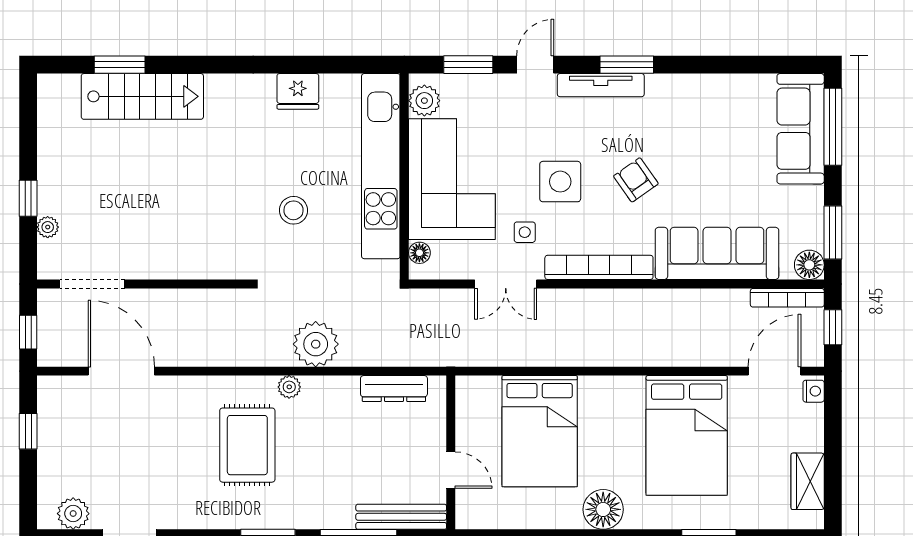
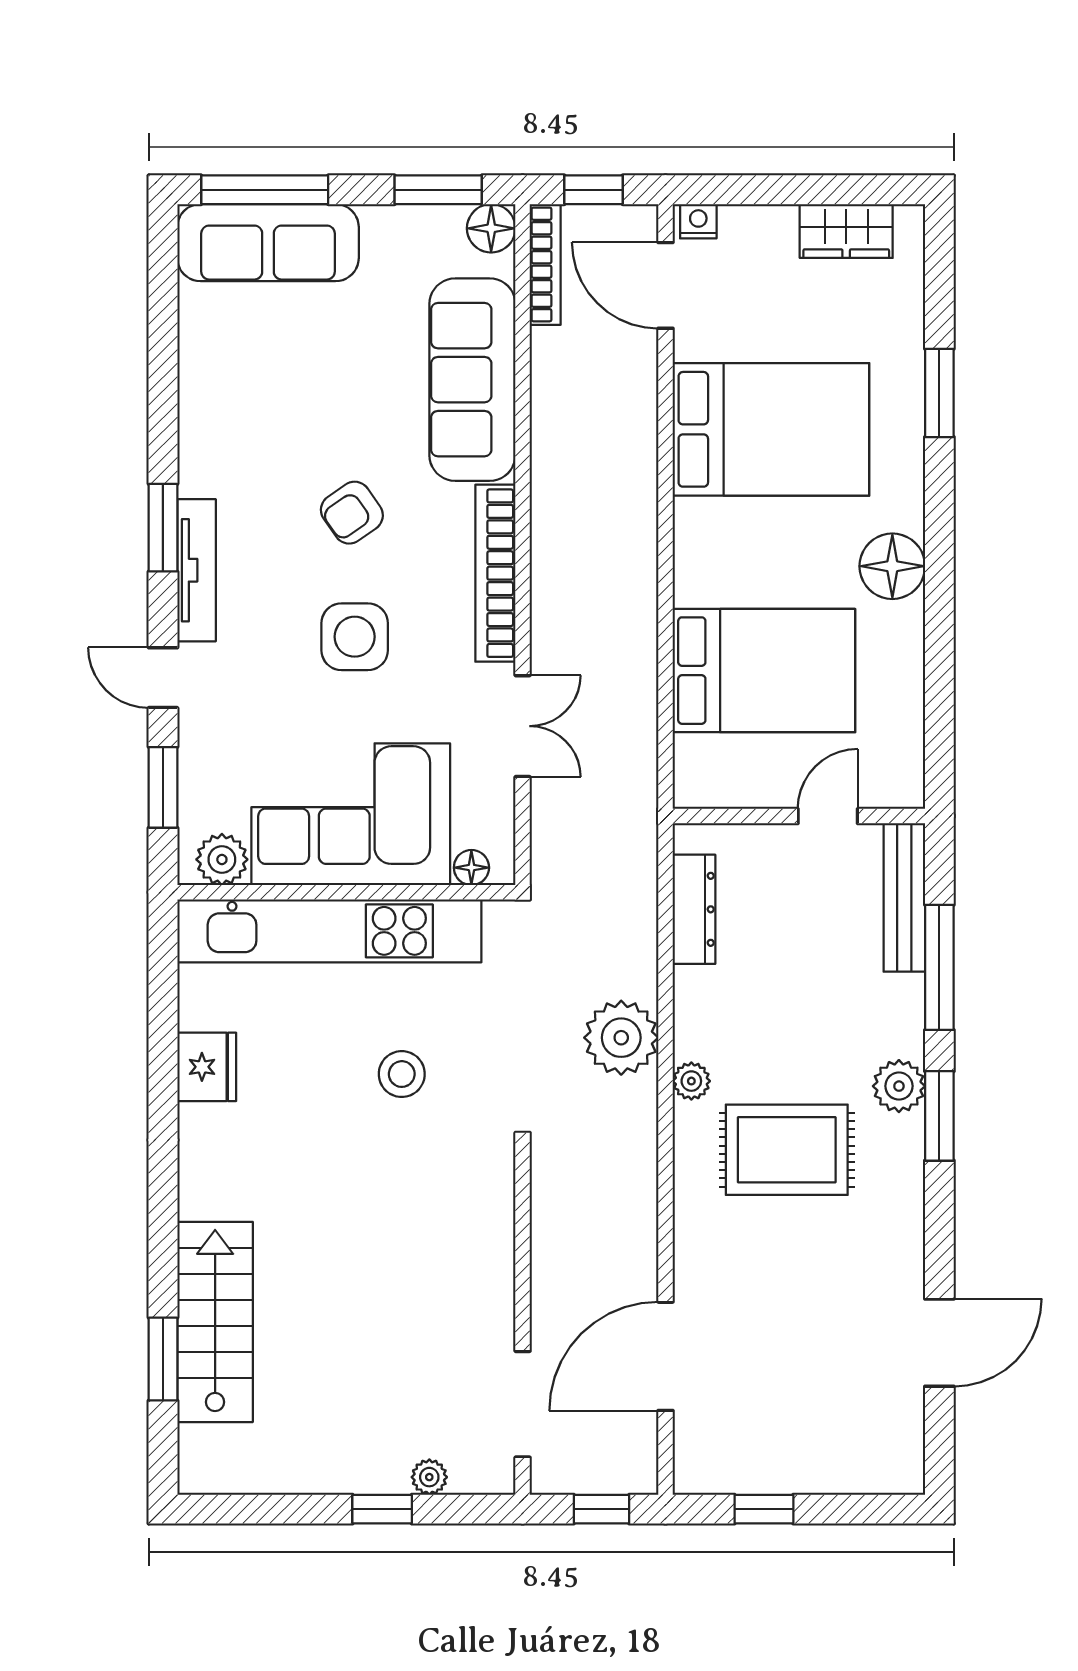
side table: (525, 232) -> (438, 695), removed
plant: (73, 514) -> (899, 1086), moved

